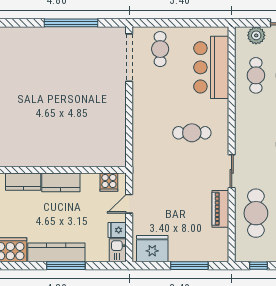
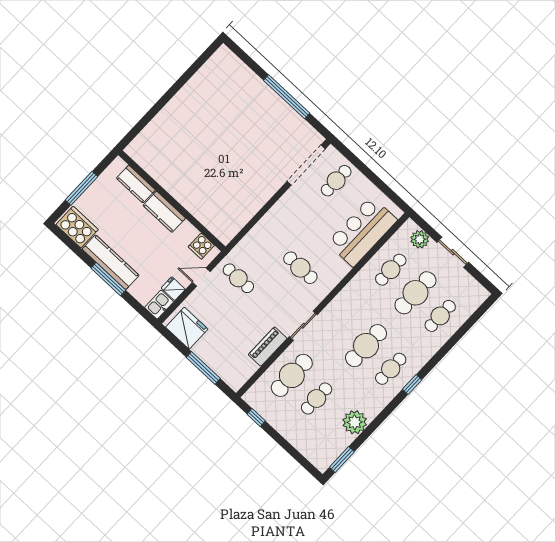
cafe table: (156, 180) -> (238, 278), added

